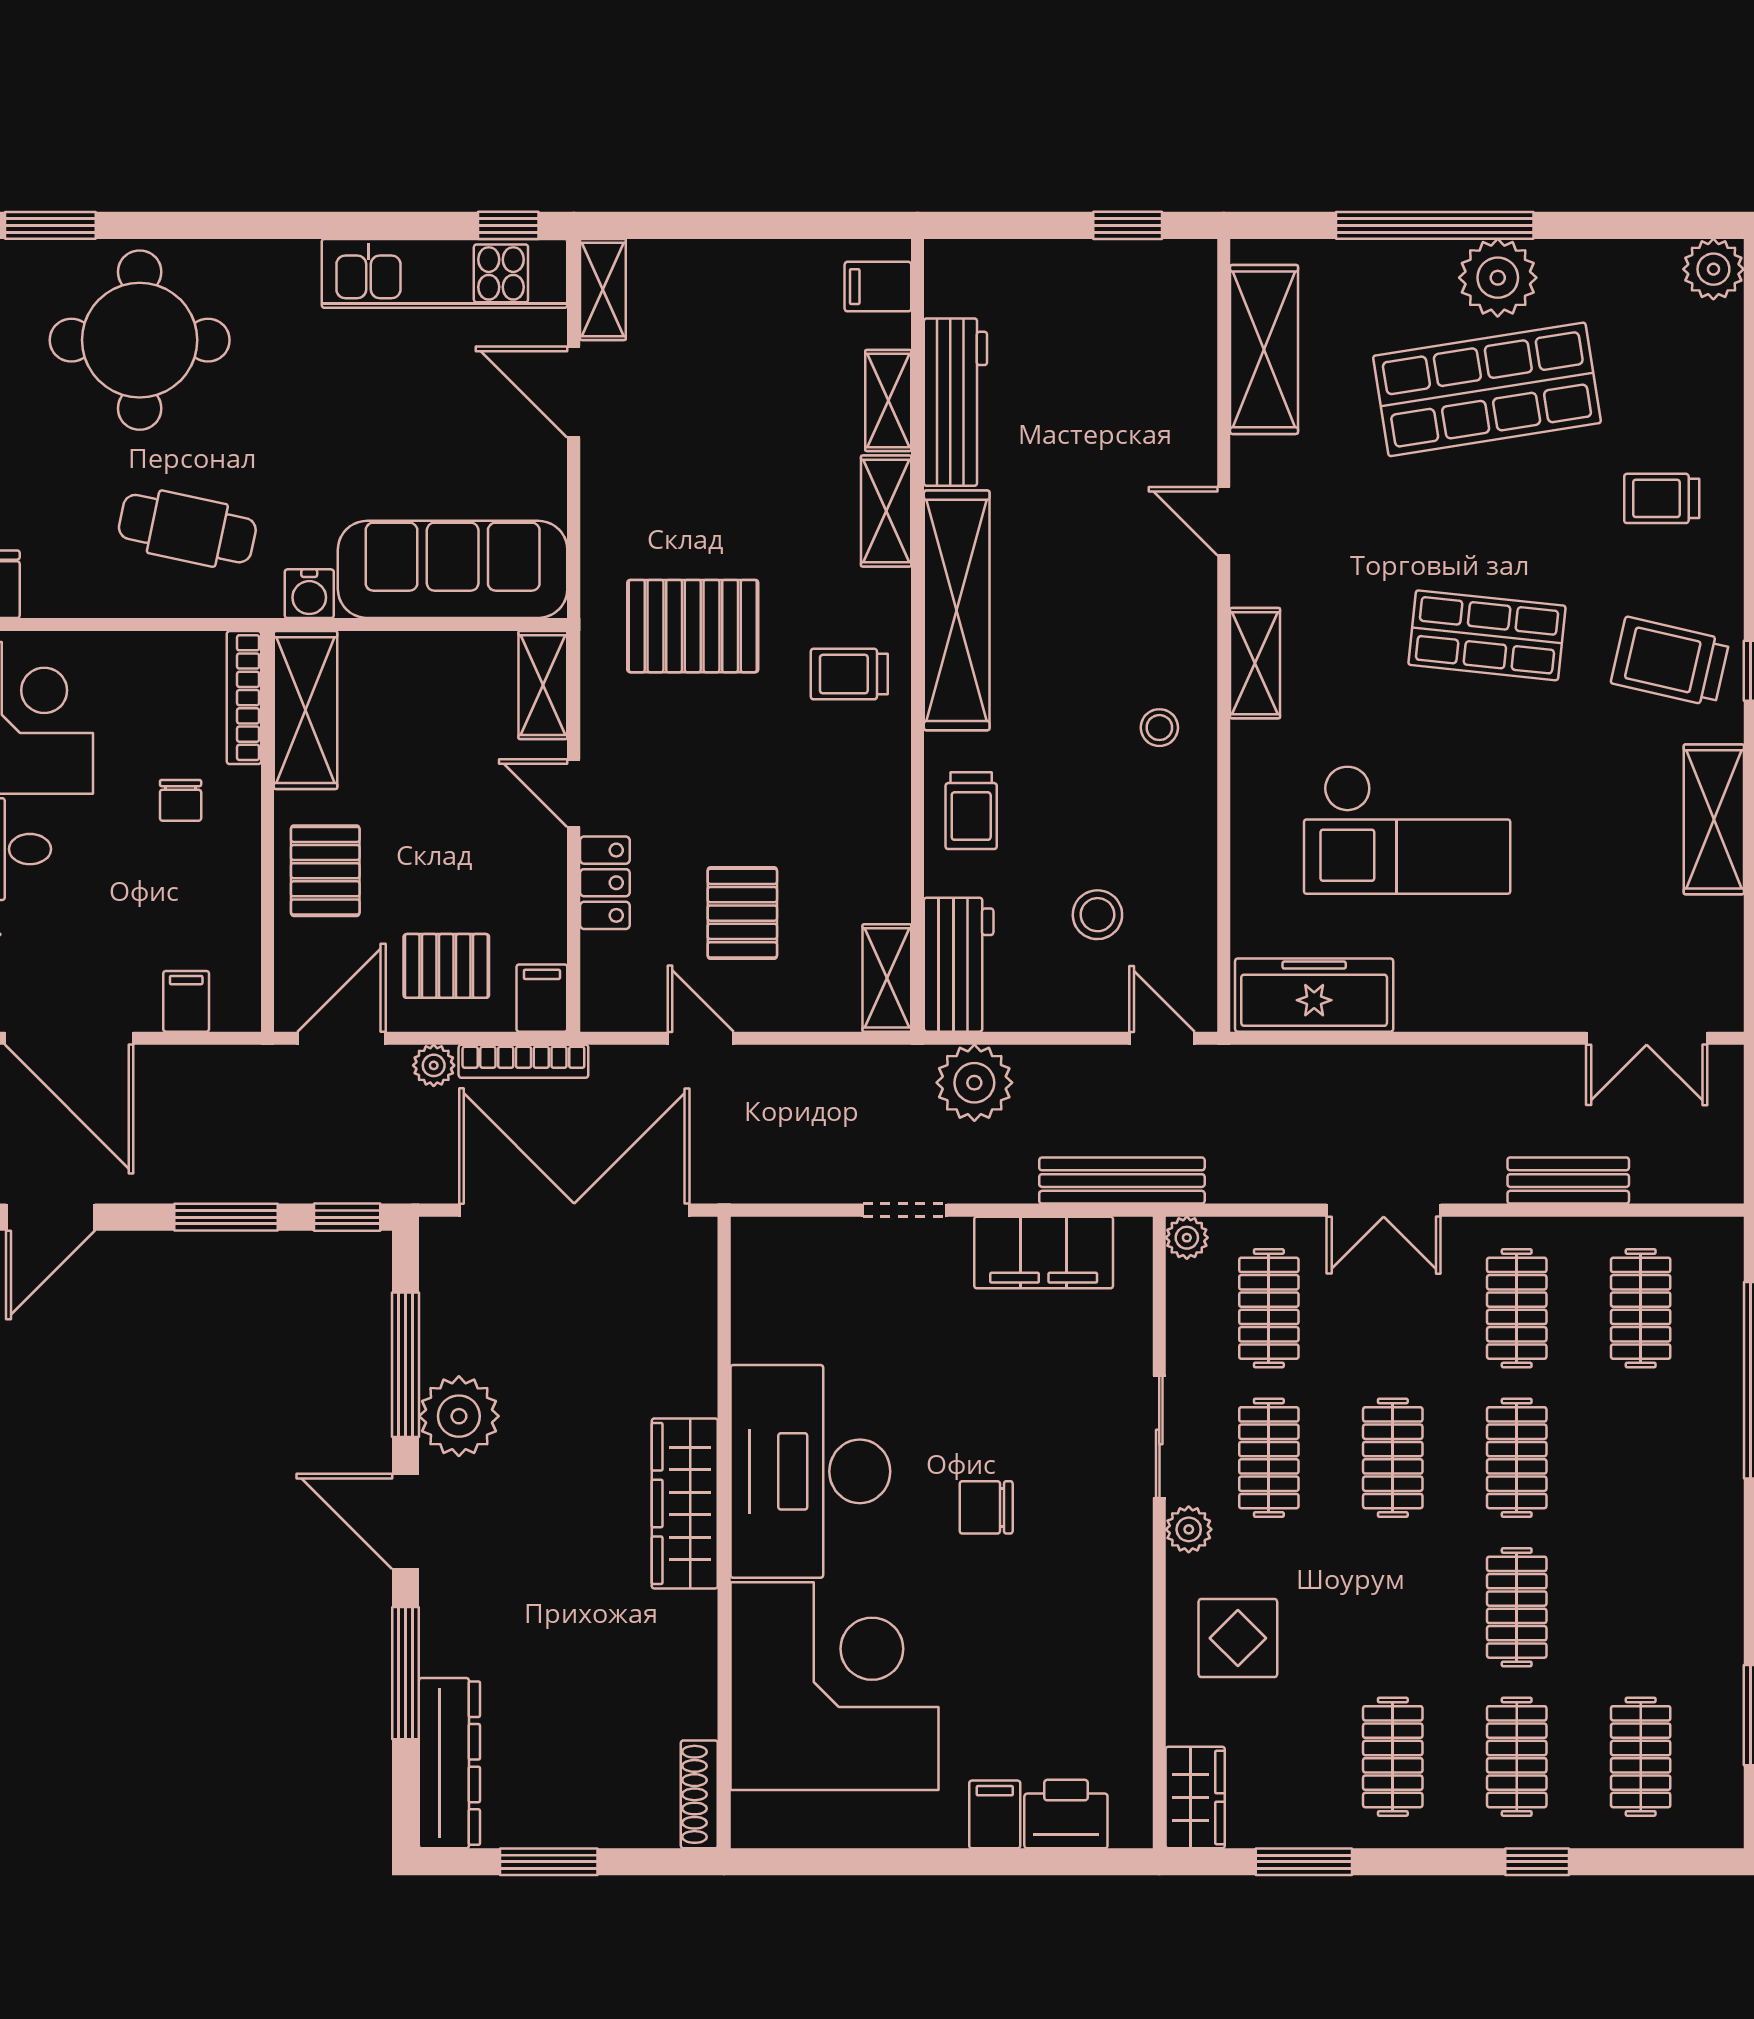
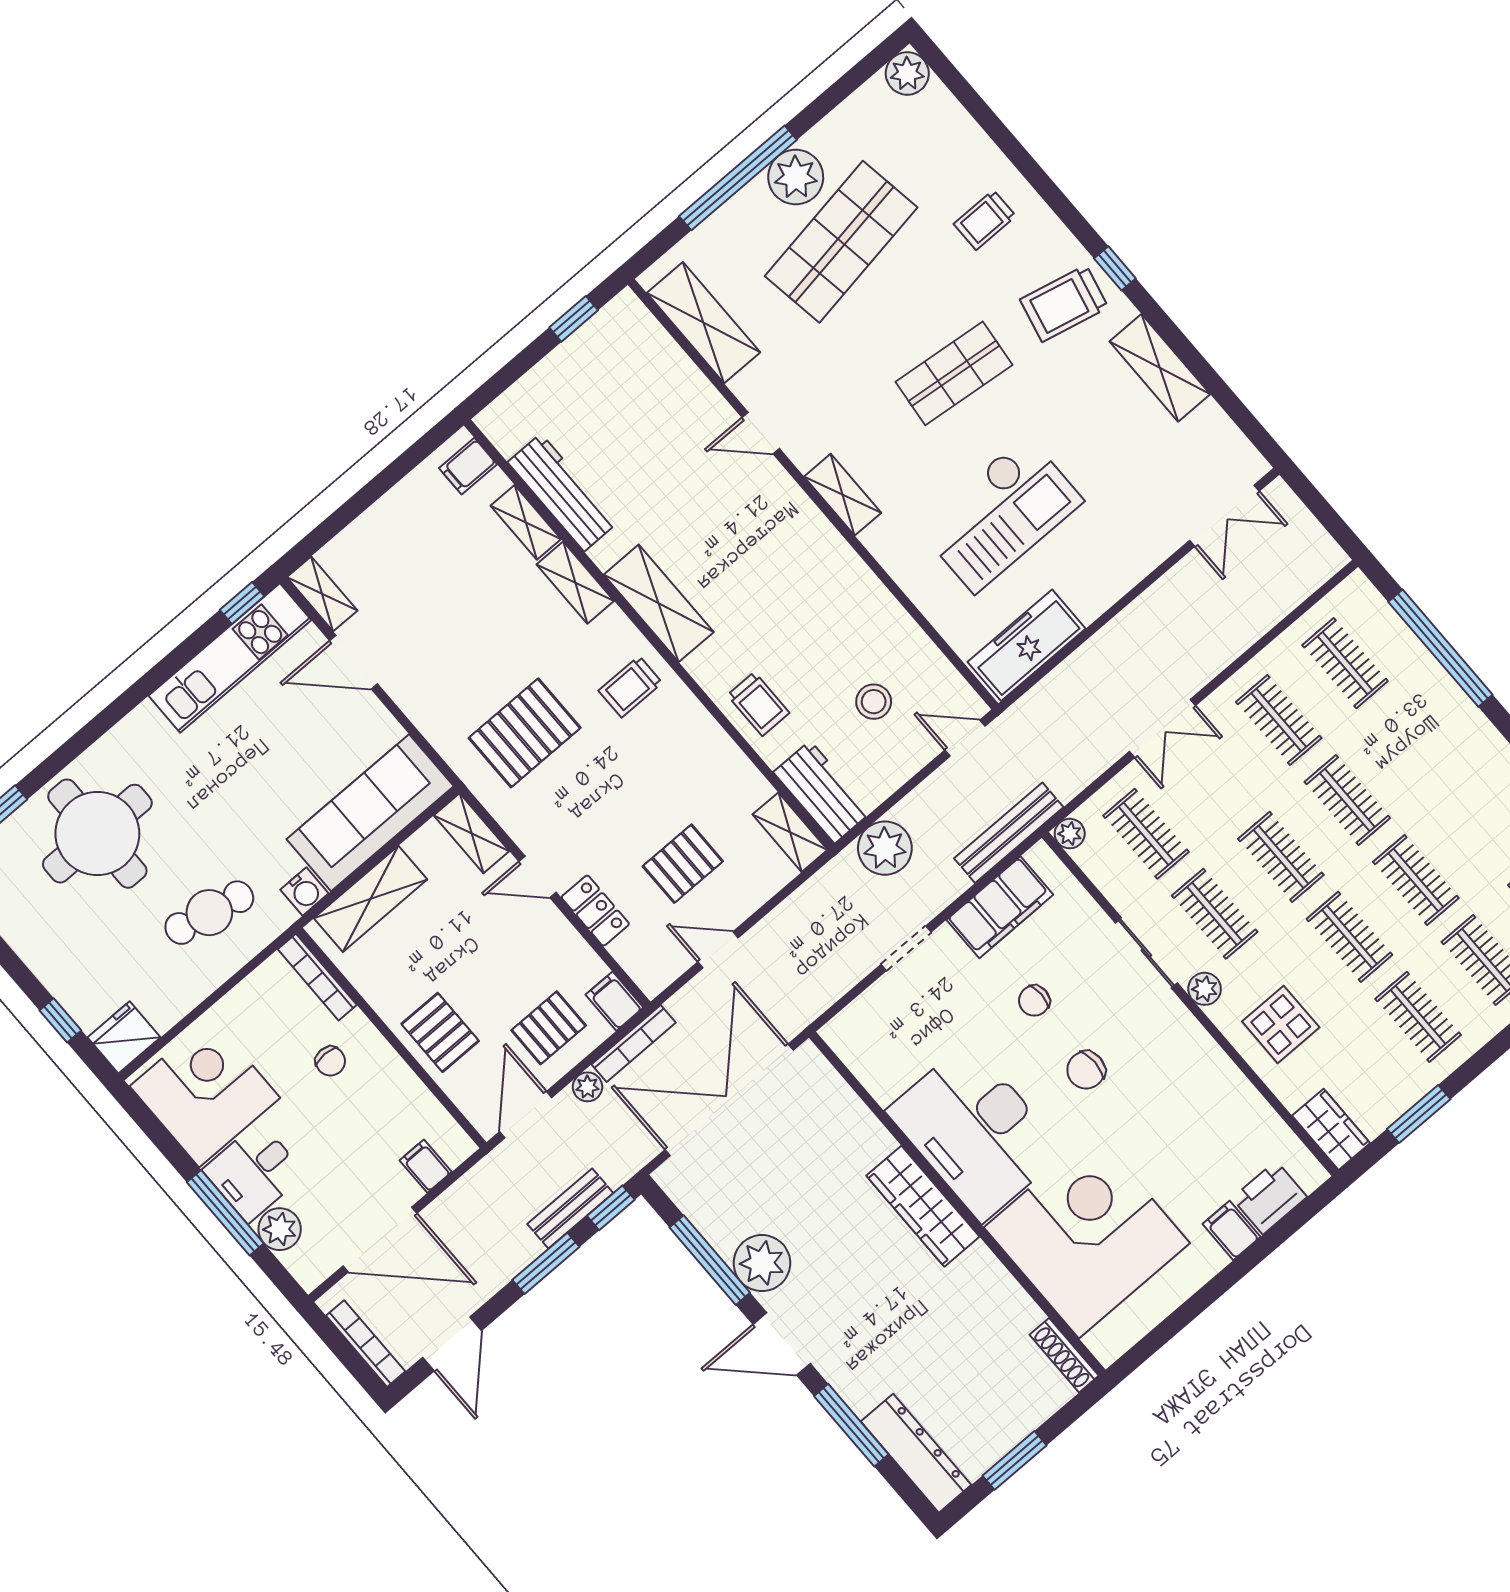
shelving: (957, 610) -> (659, 603), width x0.68
shelving: (306, 710) -> (371, 899), moved, turned 90
stool: (1159, 728) -> (821, 573), removed
pallet: (742, 913) -> (683, 864), turned 90
bench: (1568, 1181) -> (570, 1208), moved
chair: (994, 1385) -> (1034, 1001), added
clothes rail: (1393, 1607) -> (1349, 937), added

